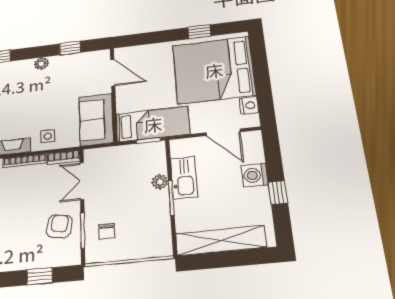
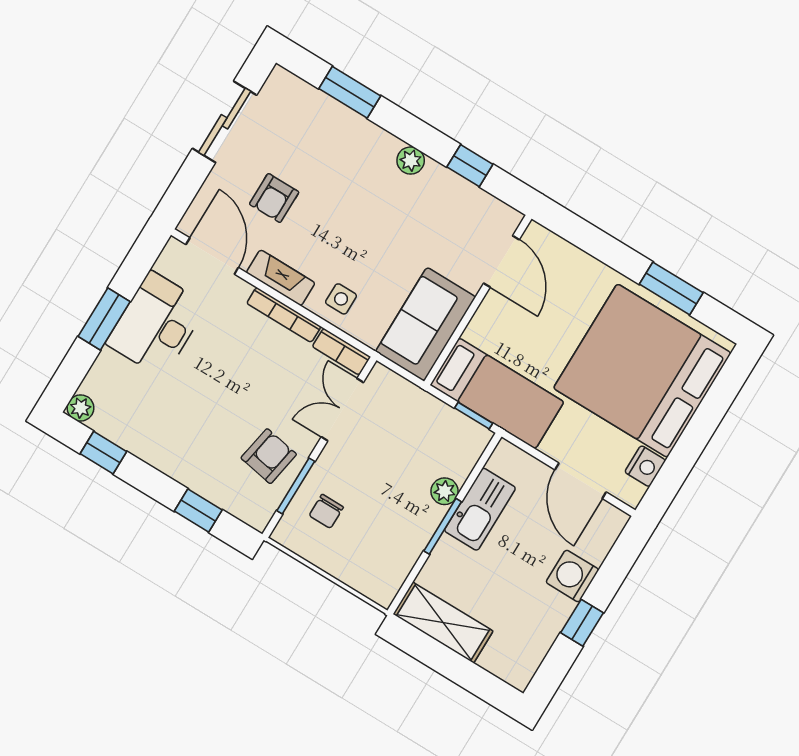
window: (199, 32) -> (671, 288), width x1.50
shelving: (221, 240) -> (443, 623), width x0.68

